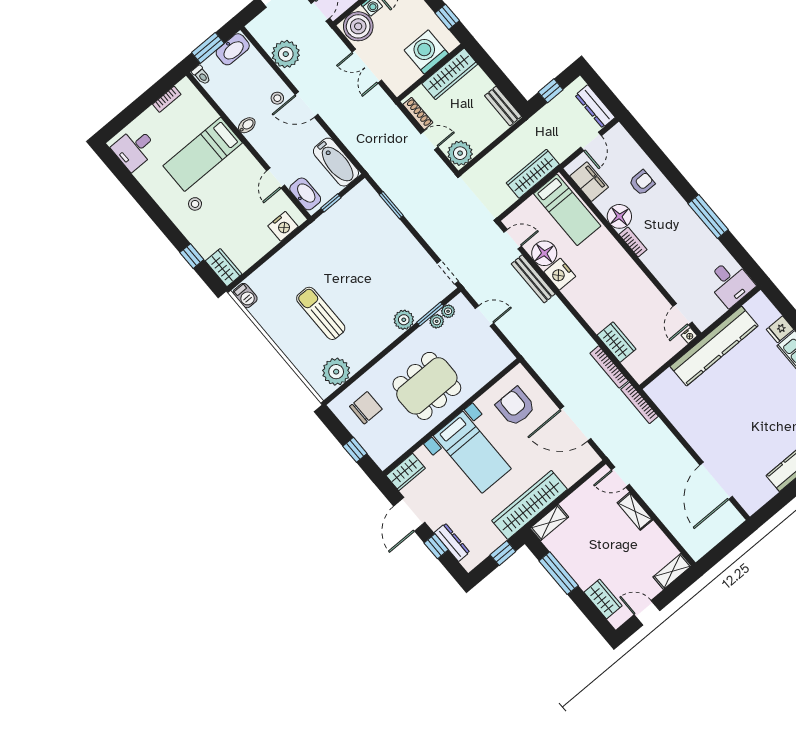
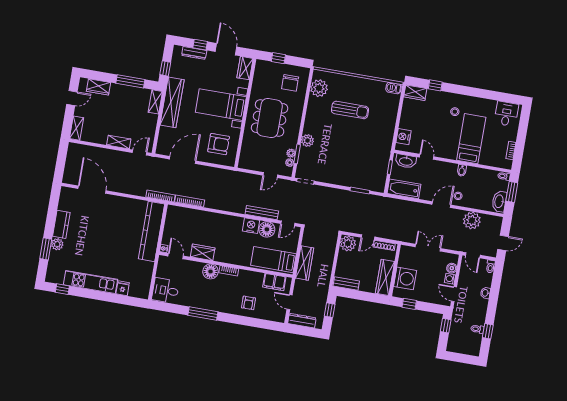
boiler: (358, 26) -> (452, 268), width x0.54, depth x0.54
floor lamp: (619, 216) -> (210, 271), moved
wardrobe: (617, 342) -> (203, 252), moved, turned 180
kitchen counter: (714, 346) -> (151, 231), moved

